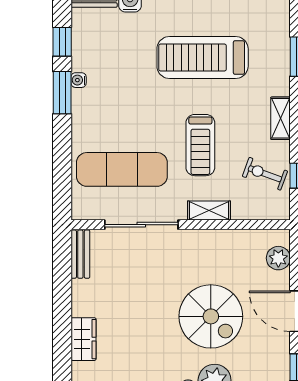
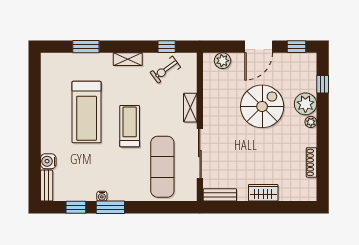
treadmill: (200, 145) -> (130, 126), moved, turned -90
exercise bike: (265, 174) -> (165, 70), turned 34
wardrobe: (84, 339) -> (263, 193), moved

